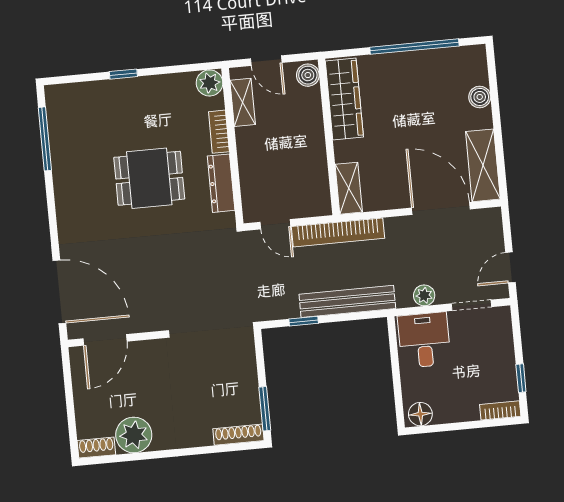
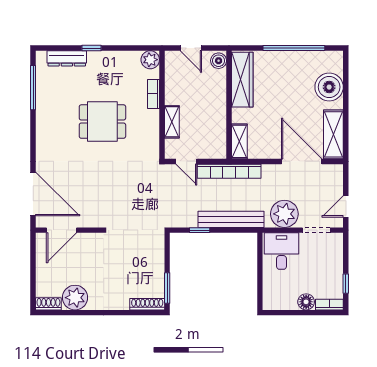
boiler: (480, 97) -> (329, 87), width x1.86, depth x1.86
shelving: (243, 102) -> (172, 122), moved
dresser: (221, 183) -> (67, 58), moved, turned -90
plant: (424, 295) -> (284, 214), width x1.87, depth x1.87
floor lamp: (420, 414) -> (306, 302), moved

